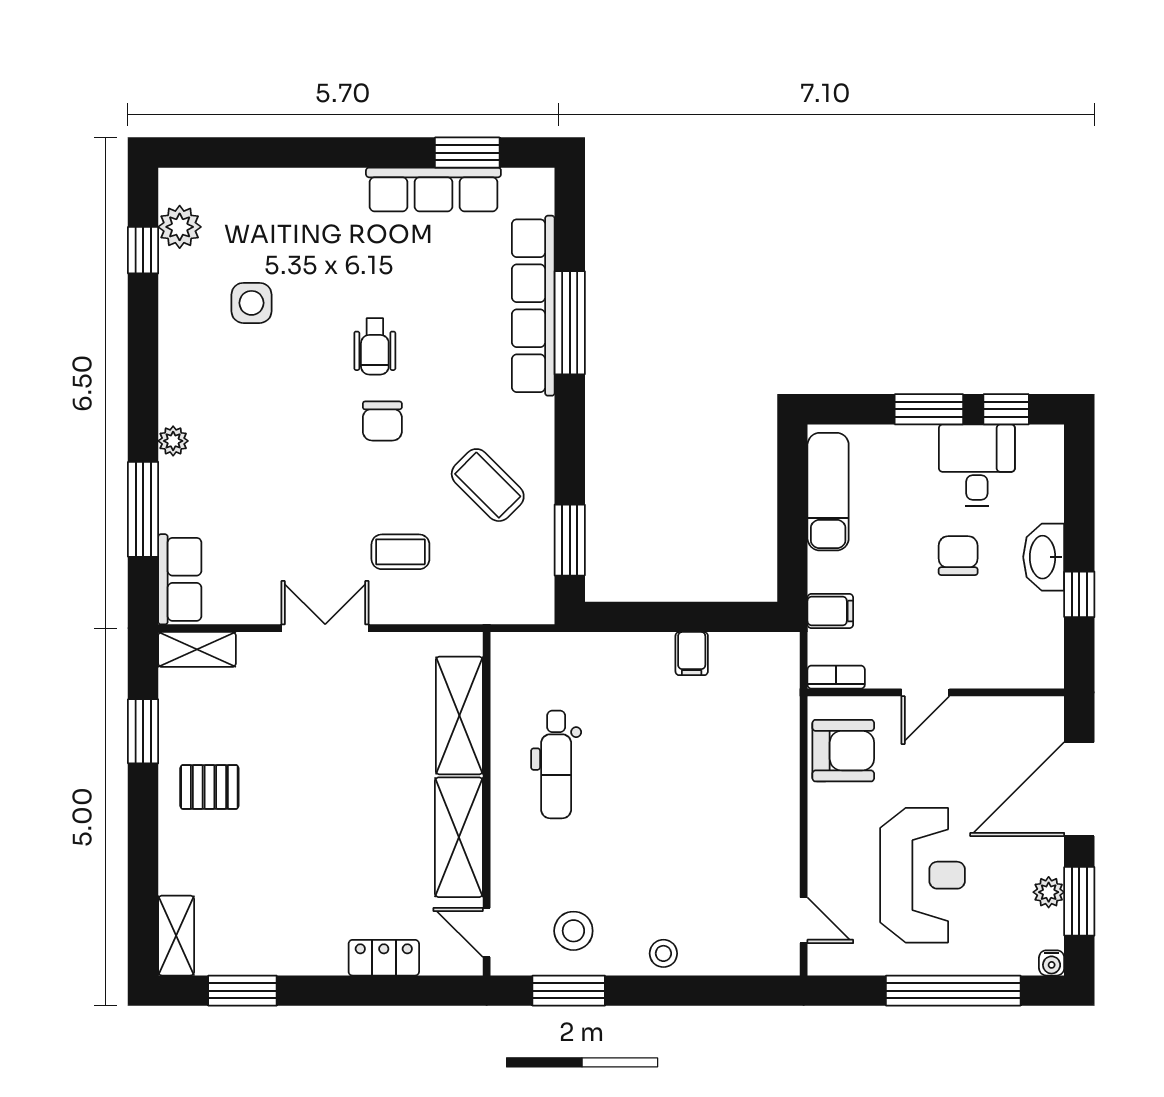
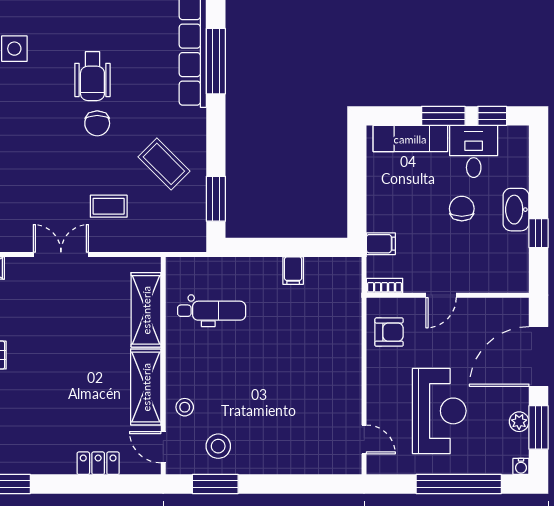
wheelchair: (375, 346) -> (92, 76), width x1.36, depth x1.37
exam couch: (828, 492) -> (410, 139), moved, turned 90
armchair: (843, 751) -> (389, 332), width x0.72, depth x0.72
dental chair: (556, 764) -> (212, 311), moved, turned -90
stool: (663, 953) -> (185, 407), moved

